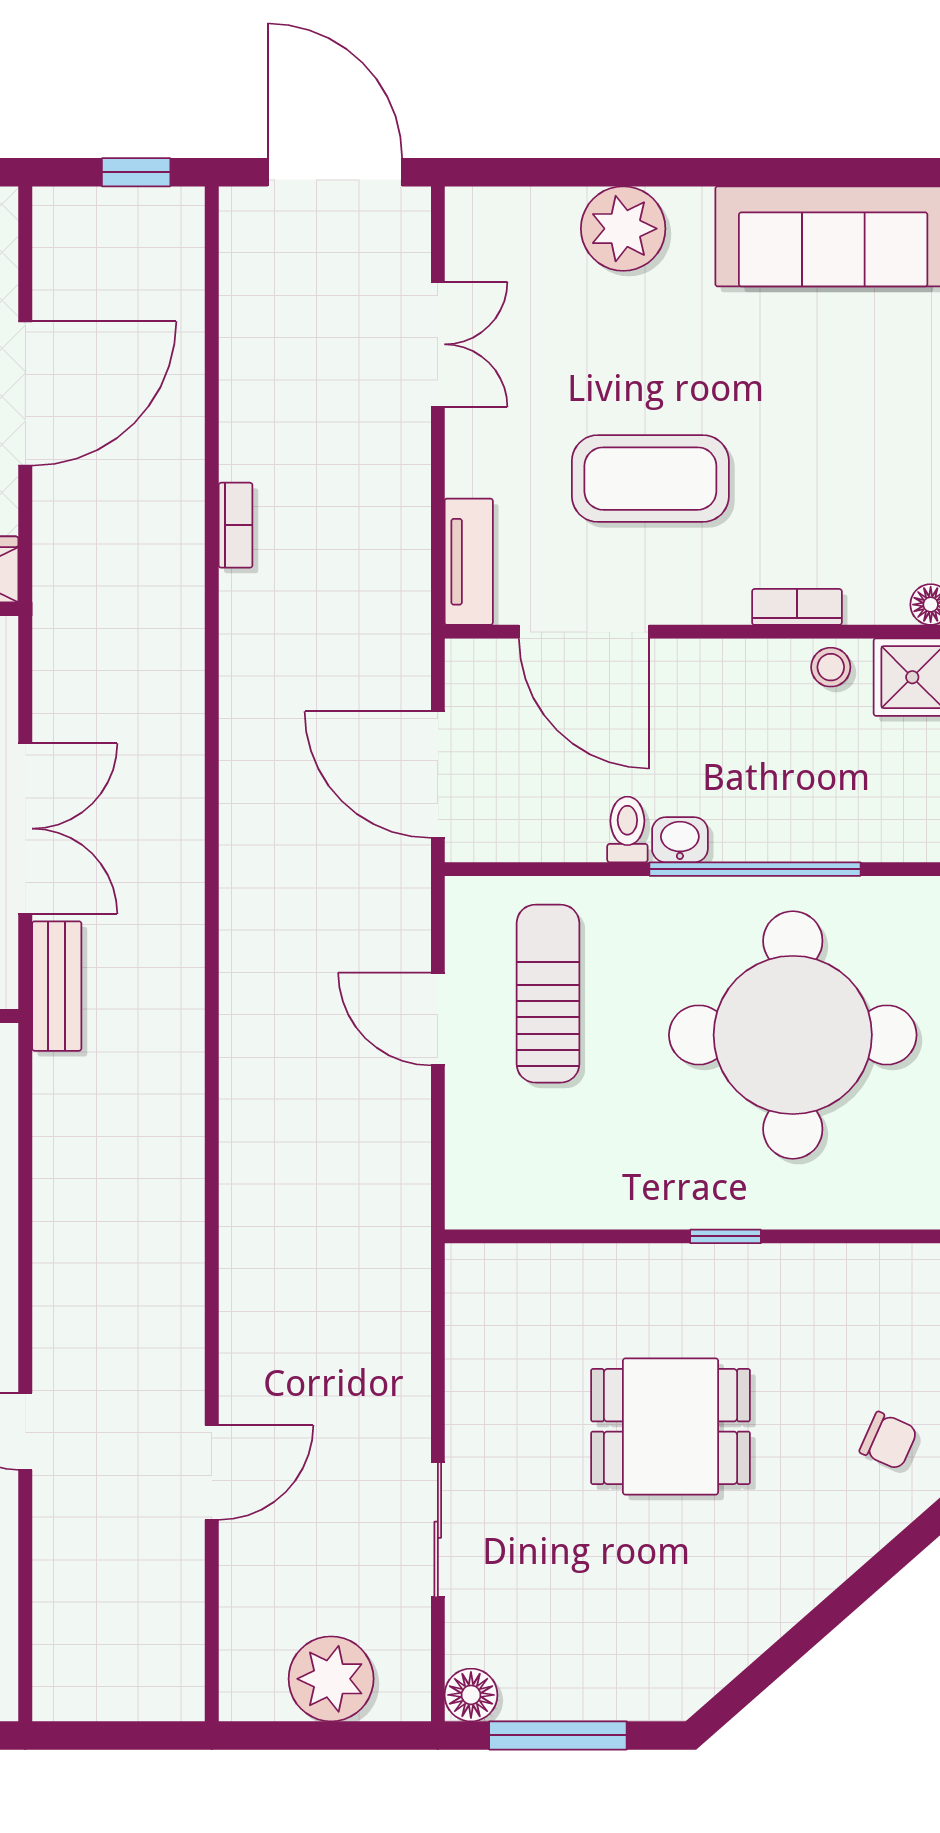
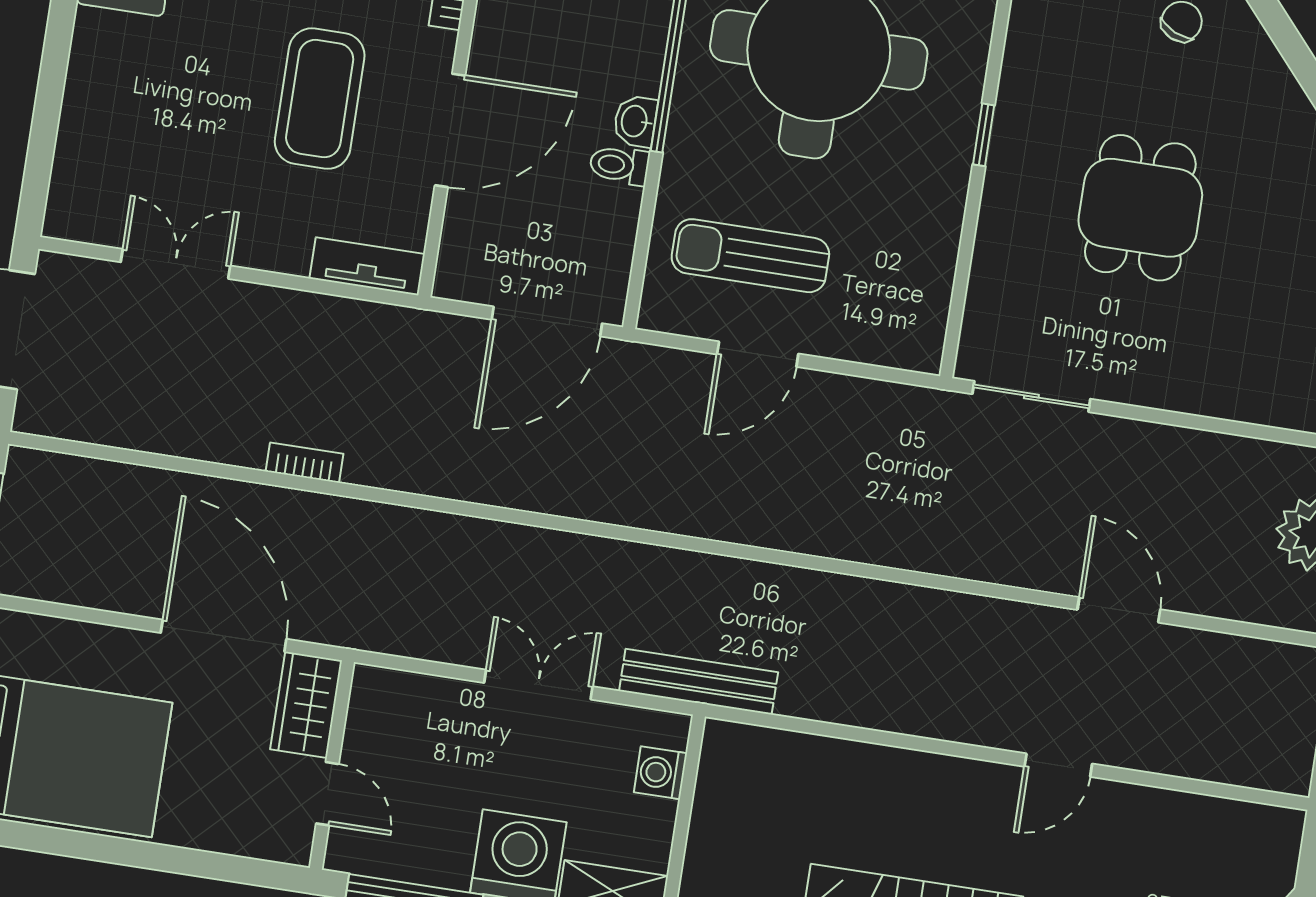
plant: (623, 229) -> (100, 89), removed
door: (25, 394) -> (224, 636), moved
door: (584, 632) -> (450, 130), moved
double door: (25, 829) -> (538, 685), width x0.73
bench: (57, 986) -> (699, 682), width x1.36
sliding door: (438, 1530) -> (1031, 396), moved

